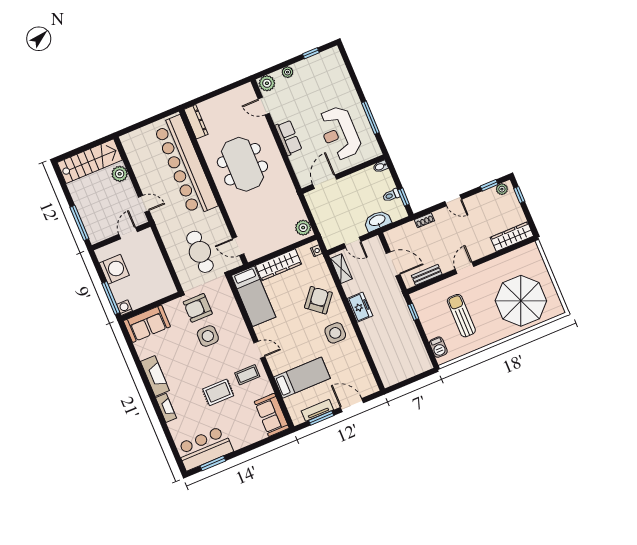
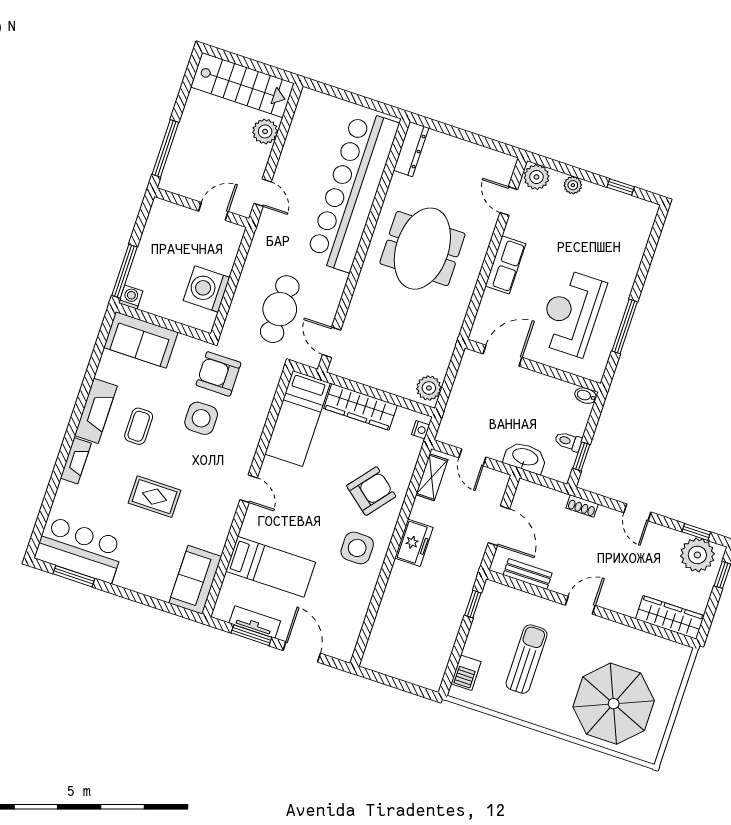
plant: (502, 189) -> (697, 555), width x1.88, depth x1.88
washing machine: (114, 269) -> (207, 289), moved, turned 180
coffee table: (247, 375) -> (139, 426), moved, turned 90

